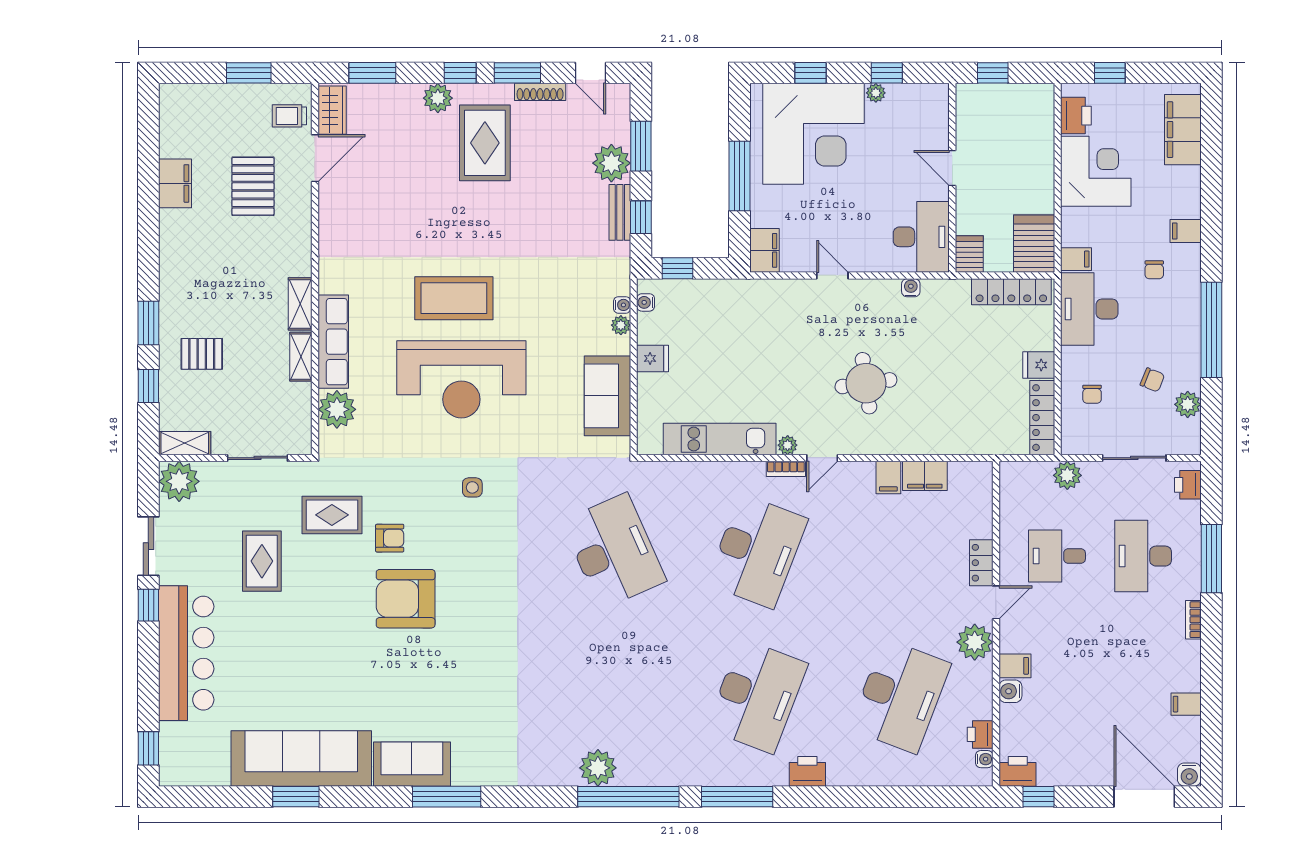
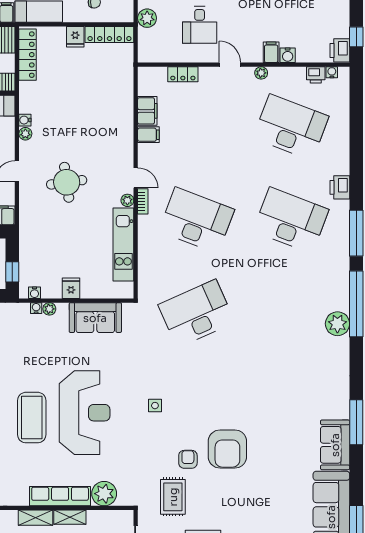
plant: (890, 288) -> (25, 134), added
round table: (866, 383) -> (67, 182), moved
locker: (981, 563) -> (183, 74), moved
plant: (975, 642) -> (261, 73), width x0.53, depth x0.53

